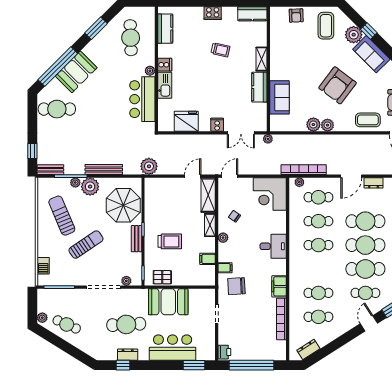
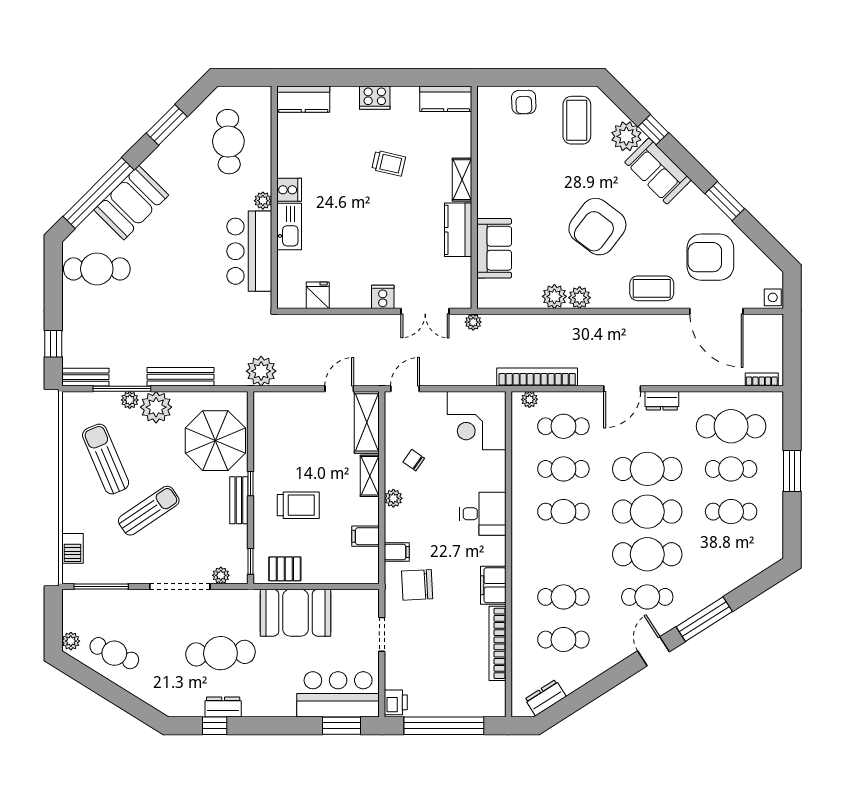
kitchen counter: (165, 29) -> (303, 99), moved, turned 90
fridge: (186, 121) -> (318, 295), width x0.53, depth x0.75
bar counter: (173, 348) -> (338, 694), moved

